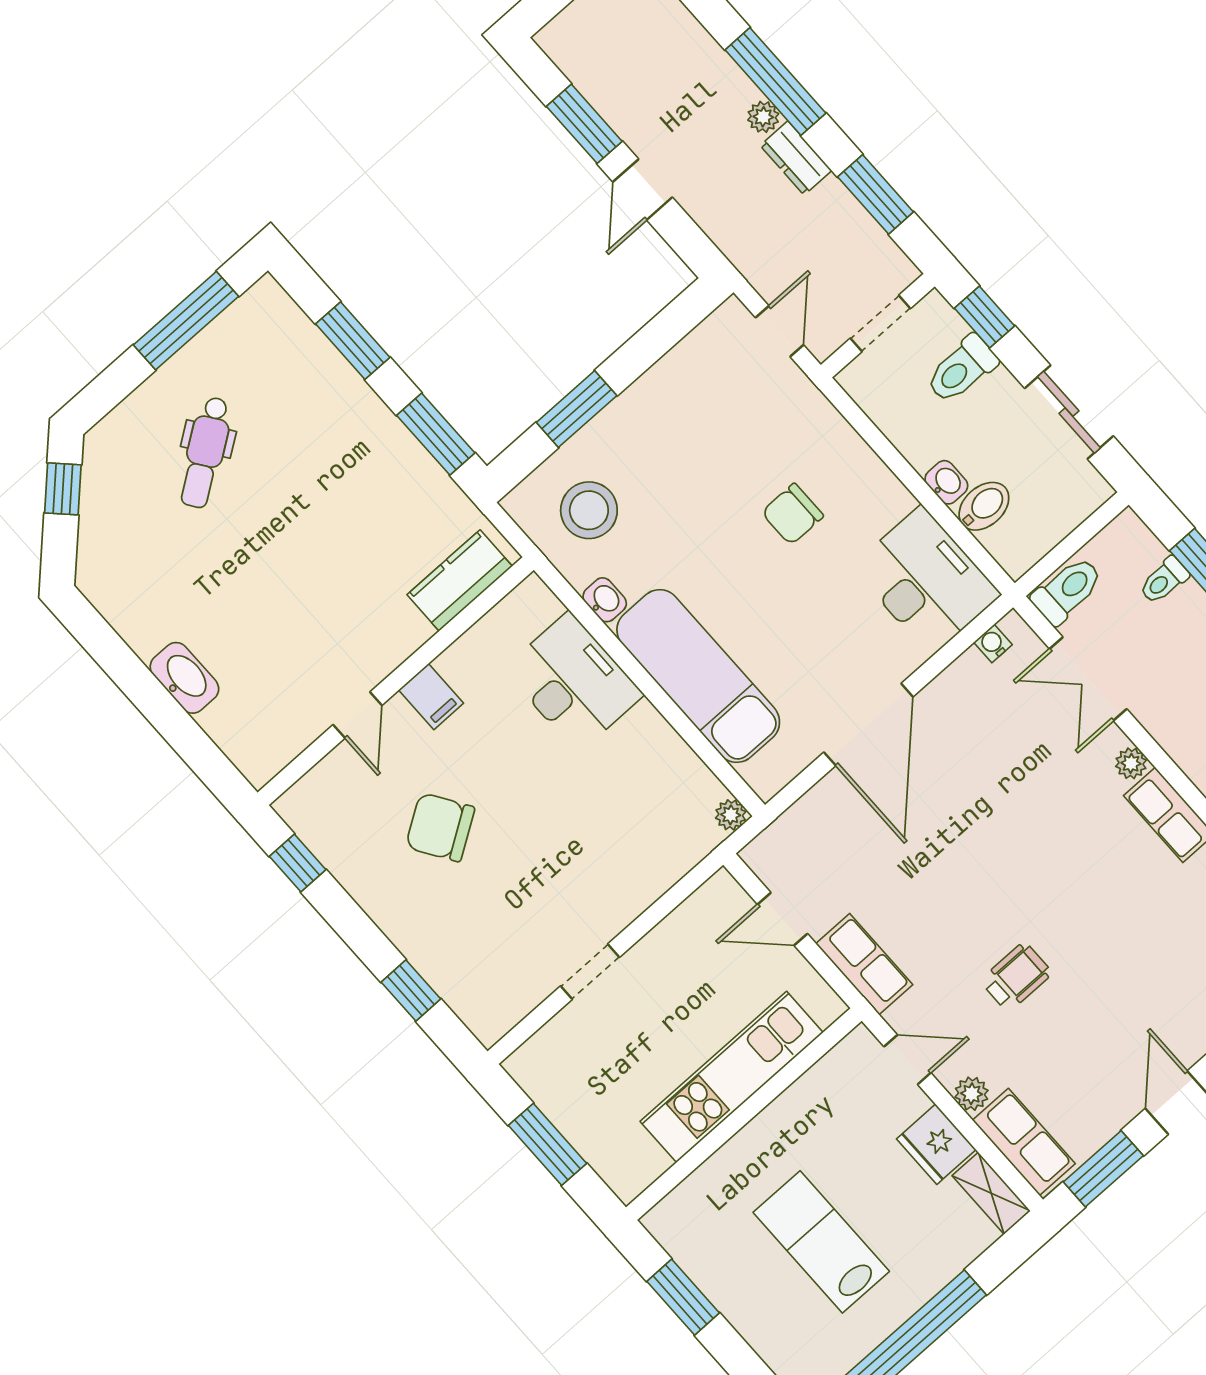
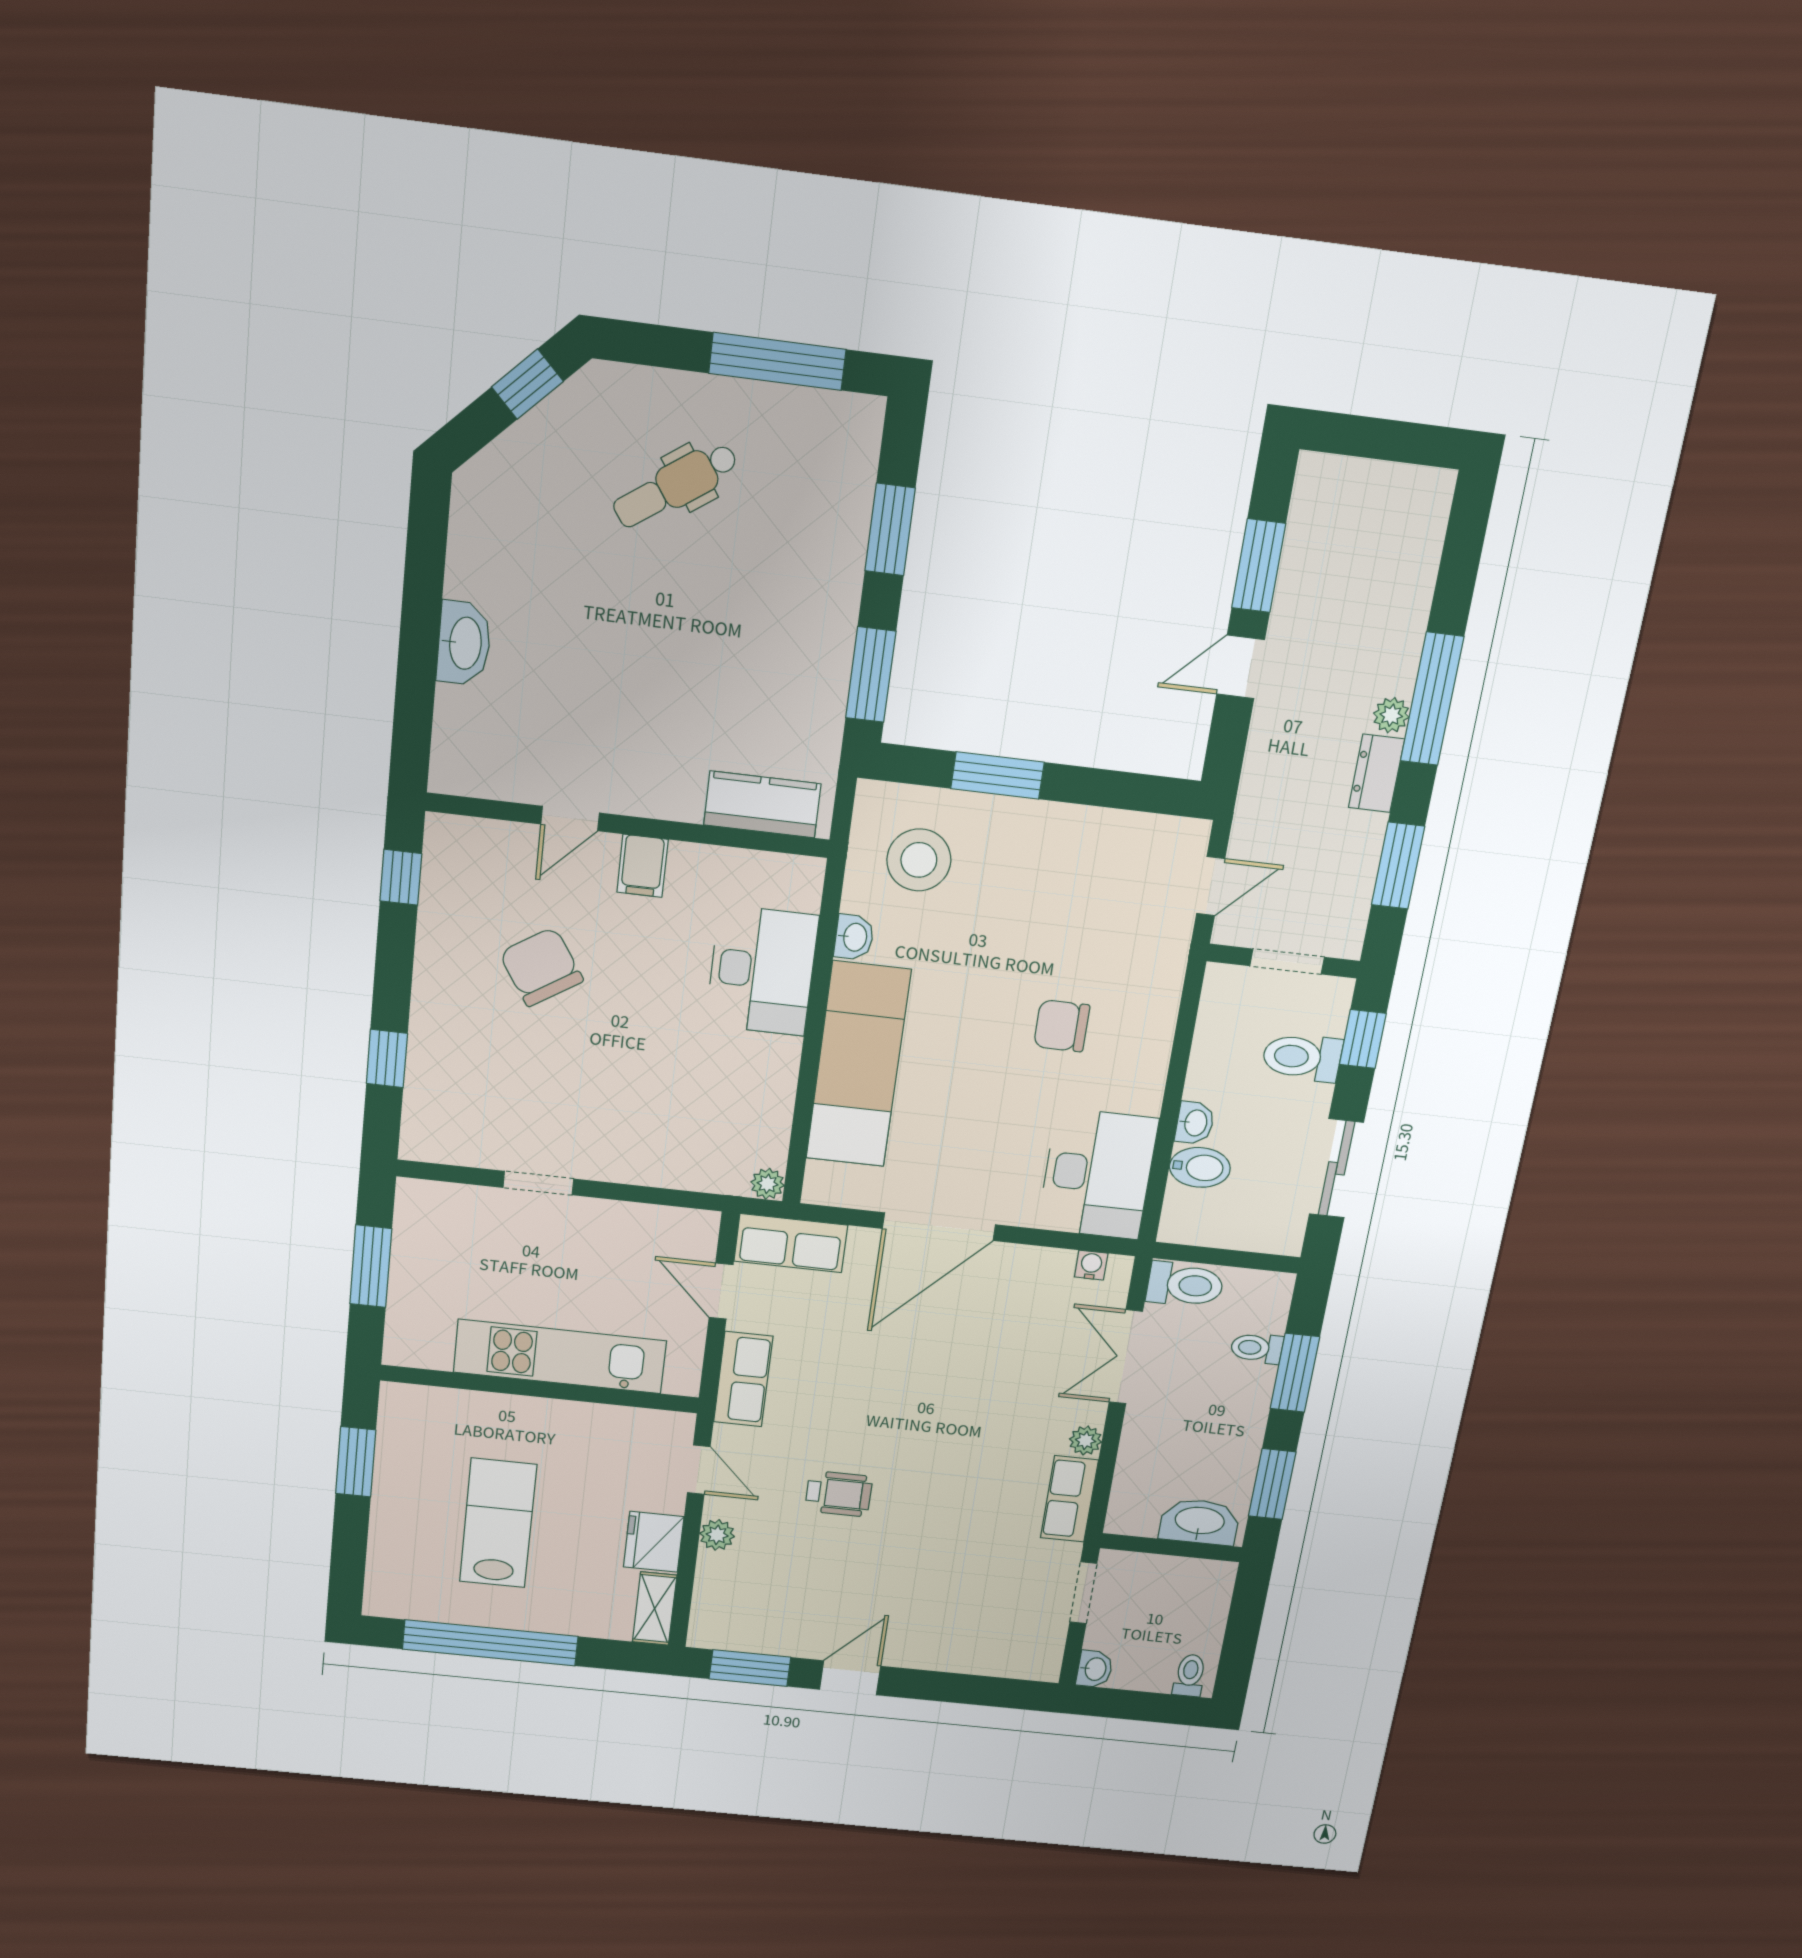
row of seats: (1024, 1142) -> (791, 1243), moved, turned 90

